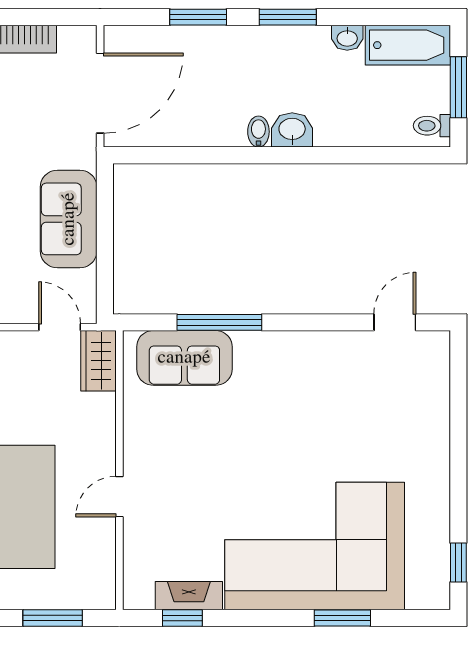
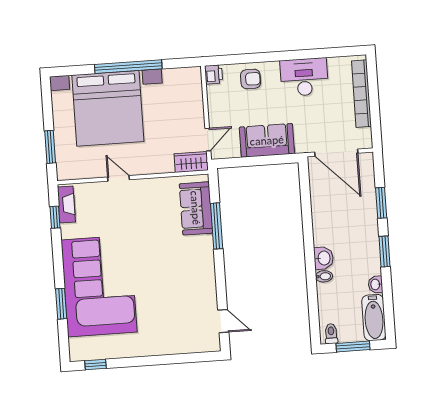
bidet: (258, 132) -> (324, 276), moved
fireplace: (189, 596) -> (66, 205), moved

